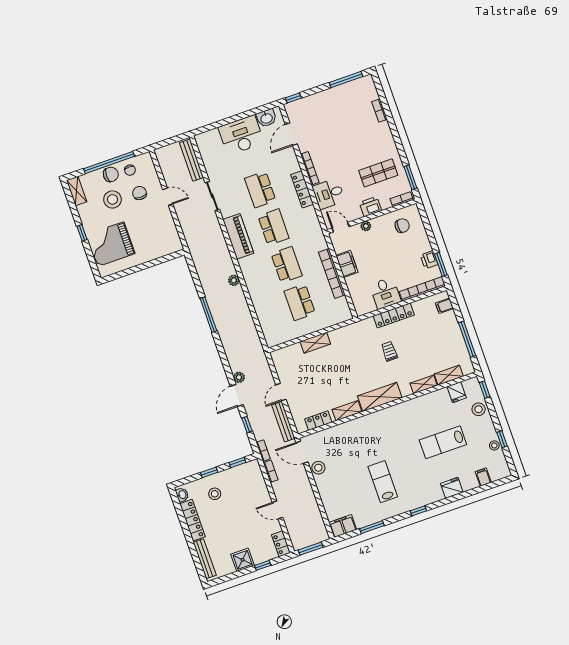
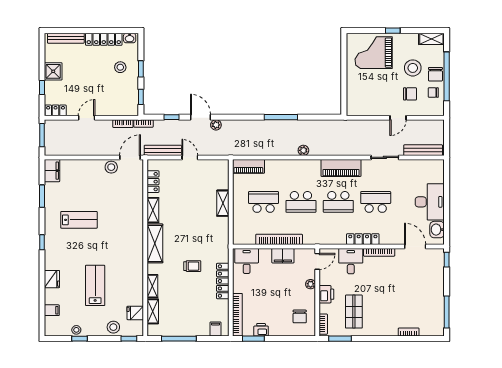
grand piano: (111, 244) -> (374, 53), turned -90
desk: (385, 293) -> (247, 261), moved, turned 90
piano: (269, 330) -> (248, 166), added

